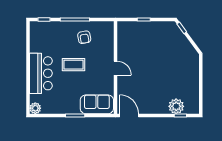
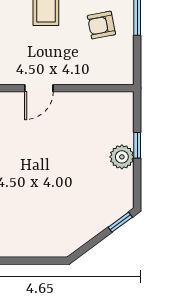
plant: (149, 27) -> (122, 157), added

